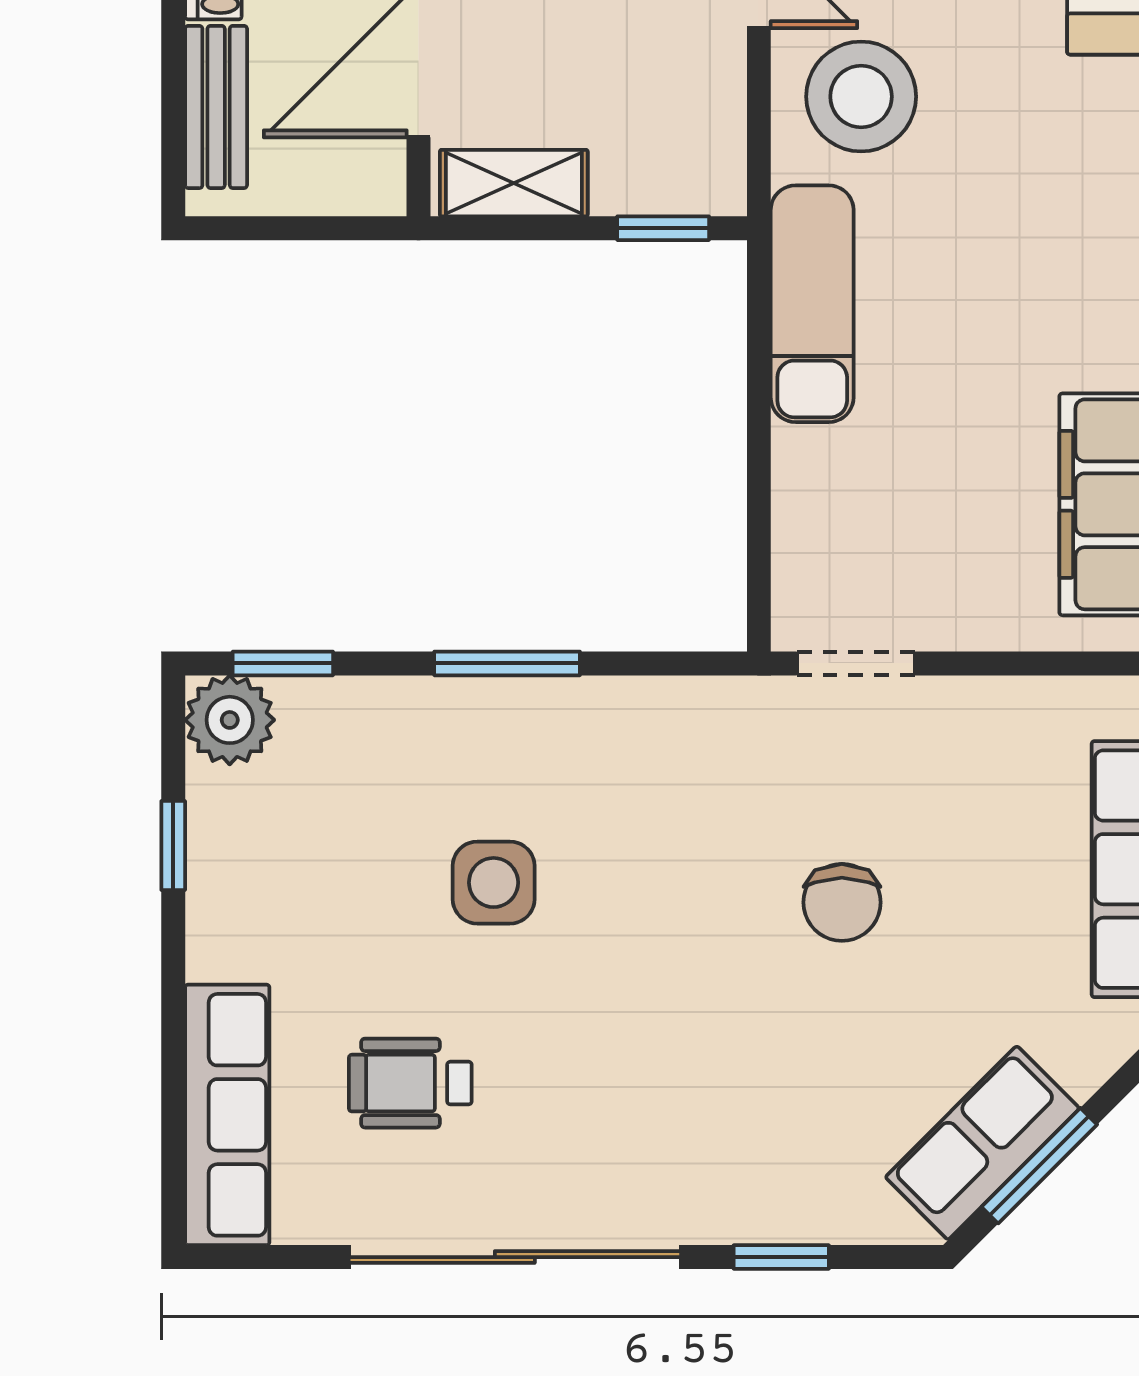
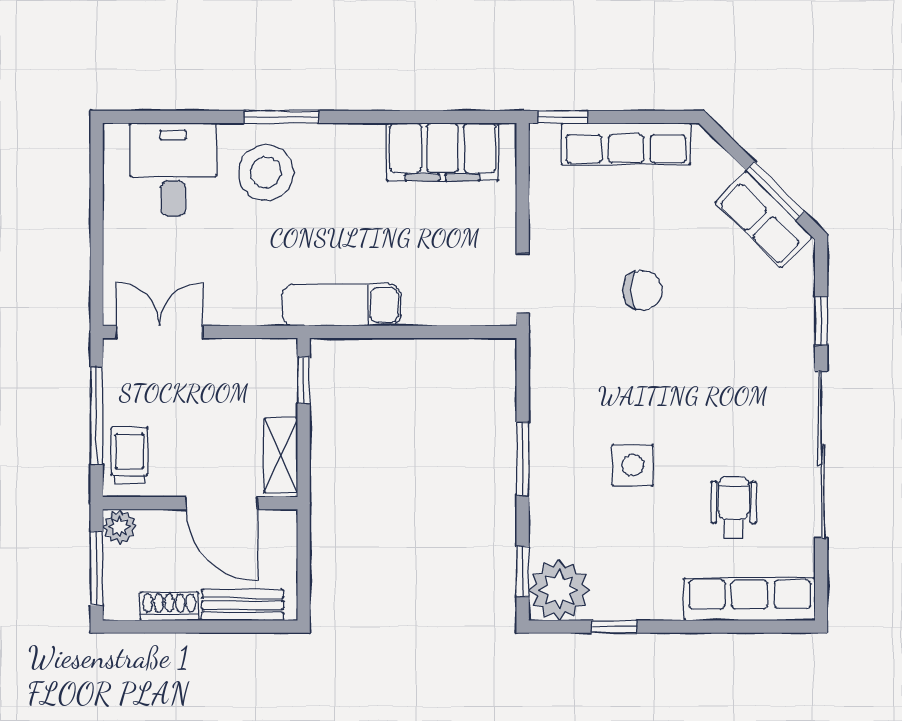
stool: (861, 97) -> (266, 172), moved
plant: (230, 720) -> (559, 590), width x1.36, depth x1.36
wheelchair: (410, 1083) -> (734, 507), turned 180

